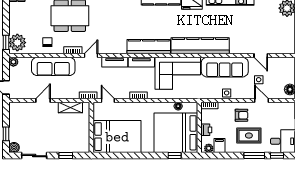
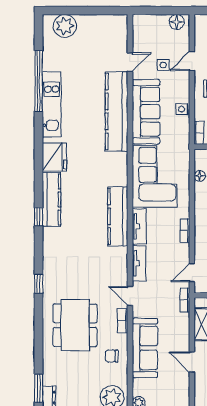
kitchen counter: (200, 46) -> (116, 111), moved

